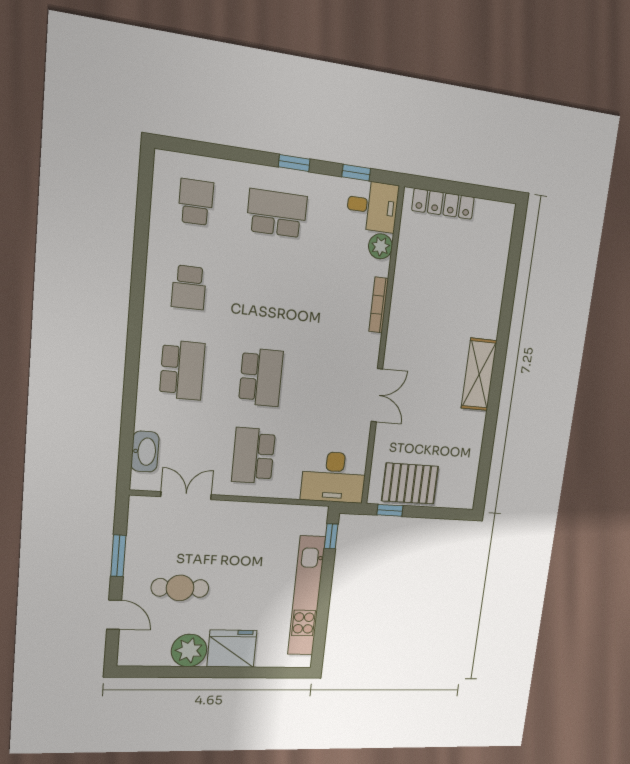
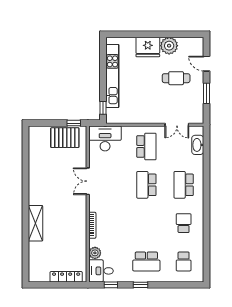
shelving: (479, 374) -> (35, 223), moved

